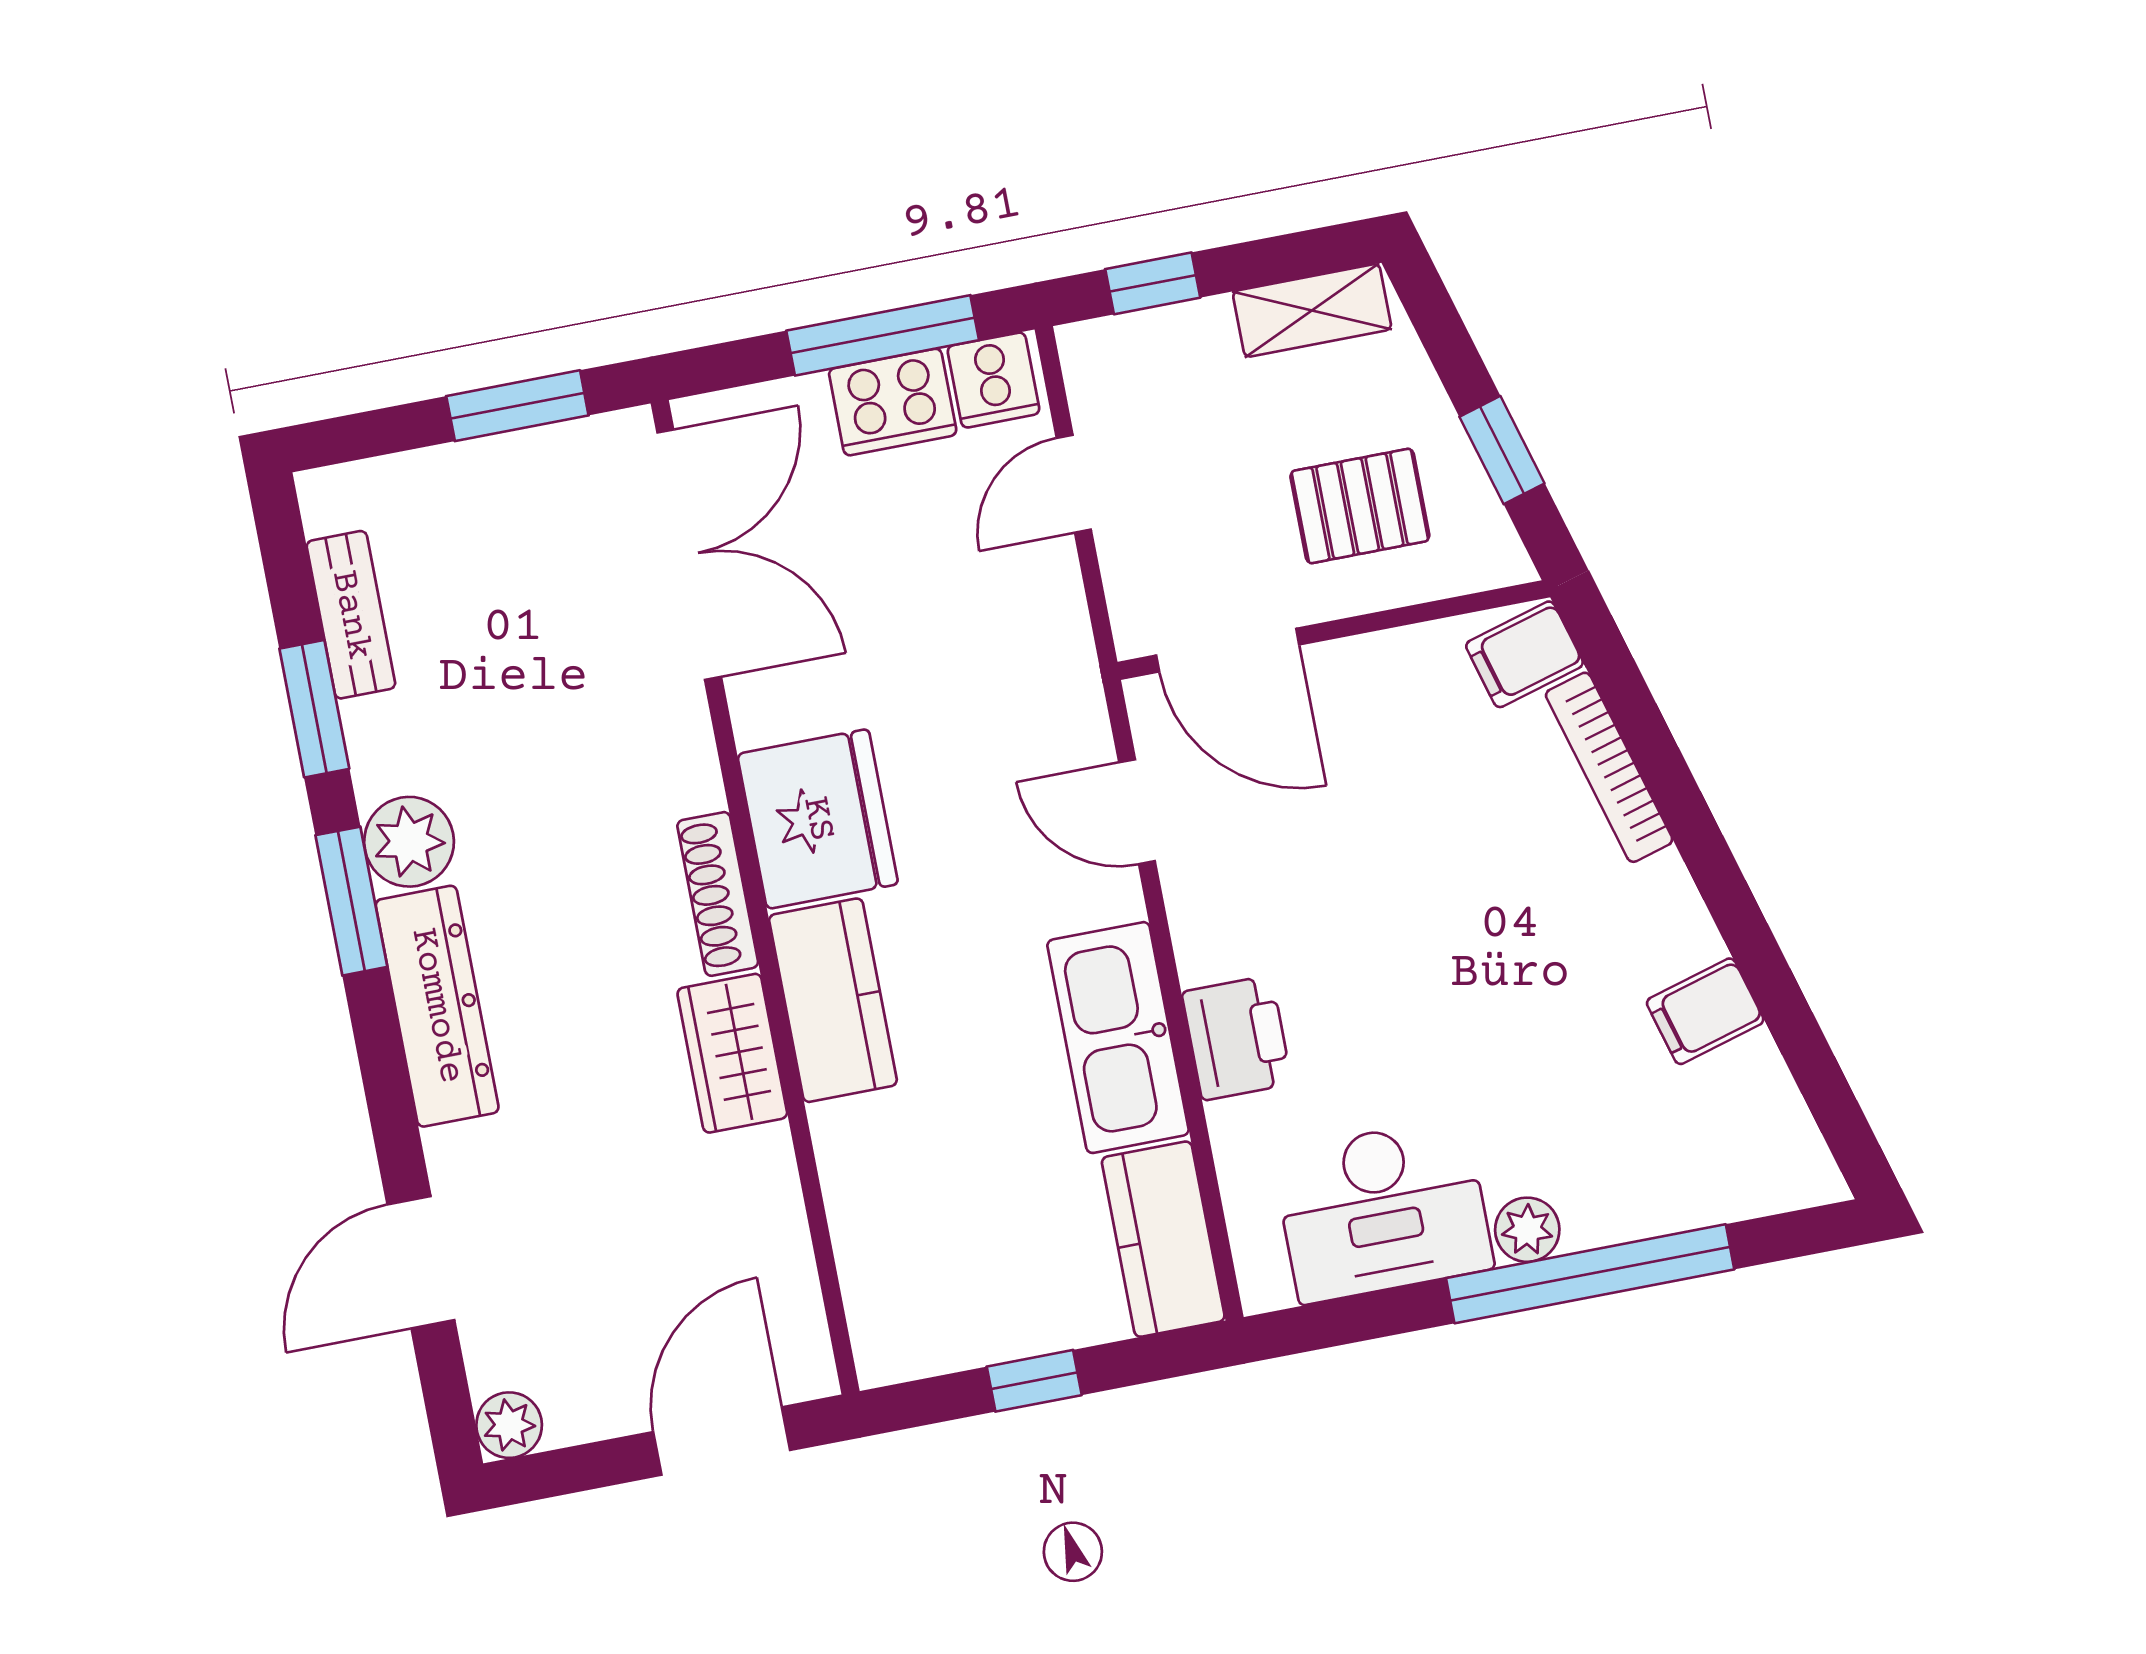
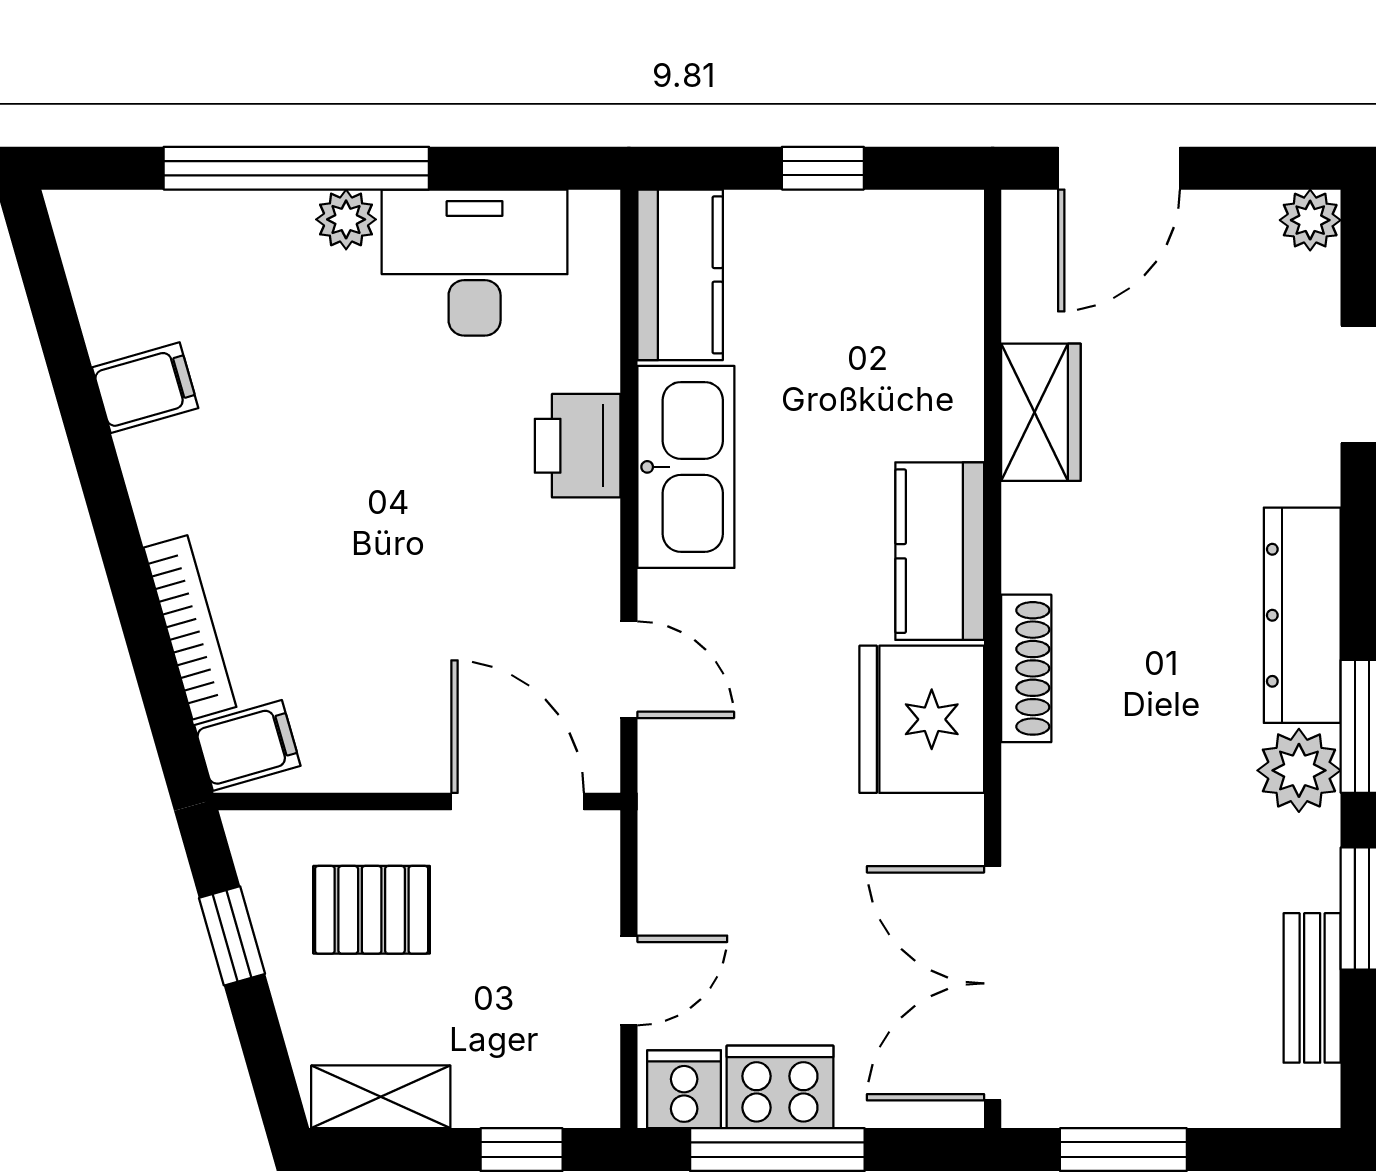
wardrobe: (732, 1053) -> (1041, 412), moved

